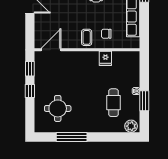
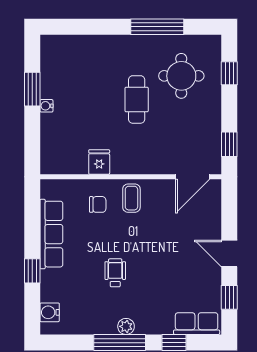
window: (30, 91) -> (229, 73), moved
cafe table: (113, 103) -> (137, 99), moved
plant: (131, 126) -> (55, 45), removed

